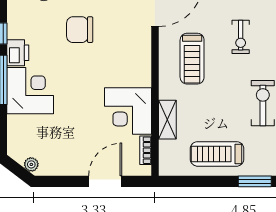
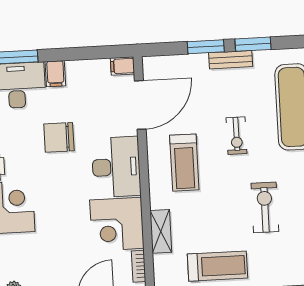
desk: (130, 59) -> (116, 167), added
treadmill: (217, 154) -> (217, 266), turned 180

